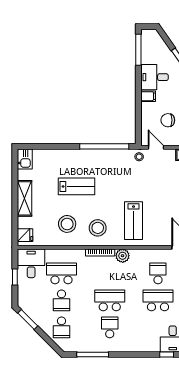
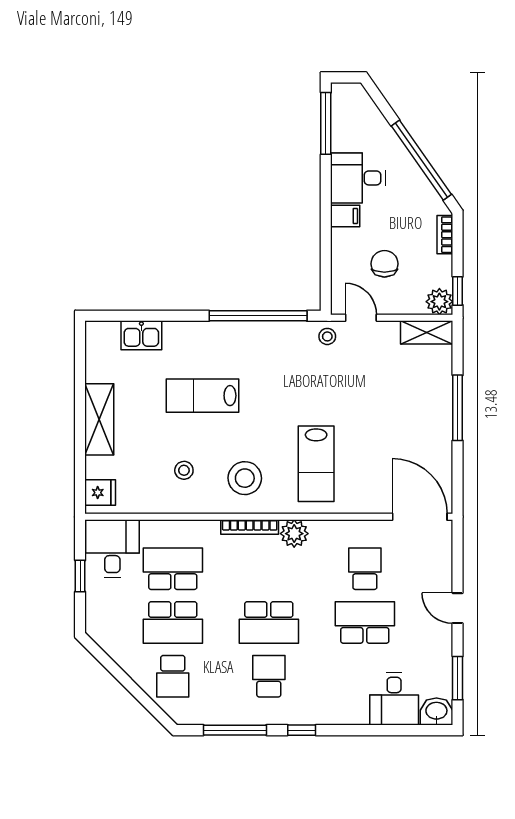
chair: (168, 120) -> (384, 264), turned 90
kitchen sink: (25, 159) -> (141, 335), moved, turned 90
lab bench: (76, 186) -> (203, 396), turned 180
stool: (67, 224) -> (184, 470), width x0.53, depth x0.53
school desk: (61, 300) -> (173, 622), width x1.85
school desk: (110, 300) -> (269, 622), turned 180
window: (28, 320) -> (105, 660), removed
window: (167, 354) -> (302, 730), moved

